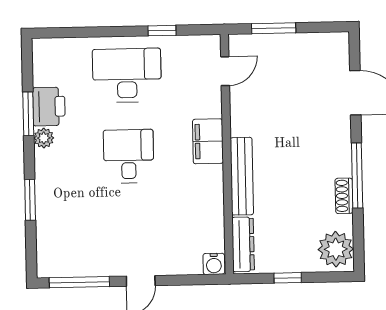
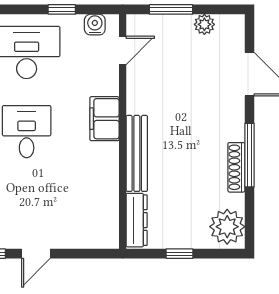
plant: (308, 43) -> (204, 24), added
shoe rack: (344, 196) -> (236, 167), width x1.43
water cooler: (214, 264) -> (95, 25), moved, turned 180

